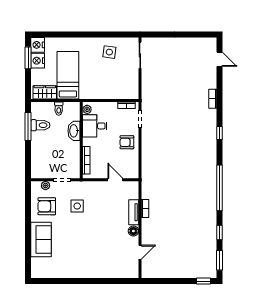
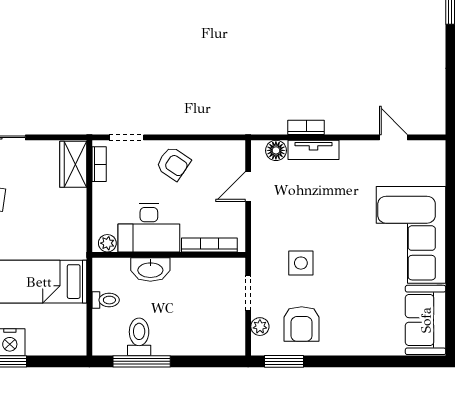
wardrobe: (45, 92) -> (73, 164), moved
desk: (95, 126) -> (149, 228), width x1.37
armchair: (127, 142) -> (173, 163), turned -56
window: (28, 198) -> (284, 361), added
floor lamp: (133, 231) -> (276, 150), moved
sofa: (41, 239) -> (426, 320), moved, turned -90
corner sofa: (91, 261) -> (411, 235), added

